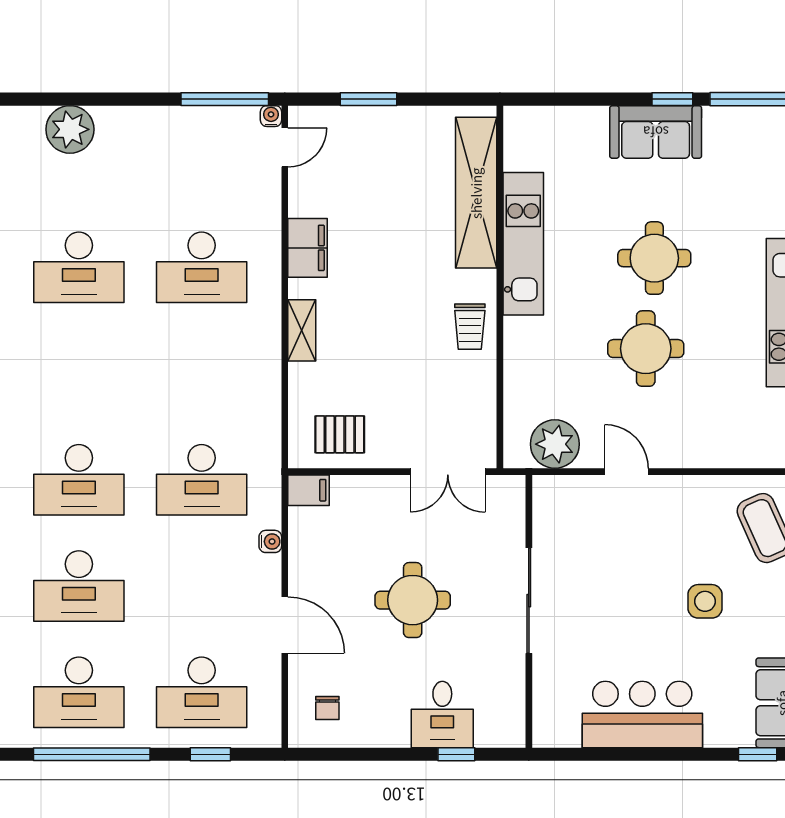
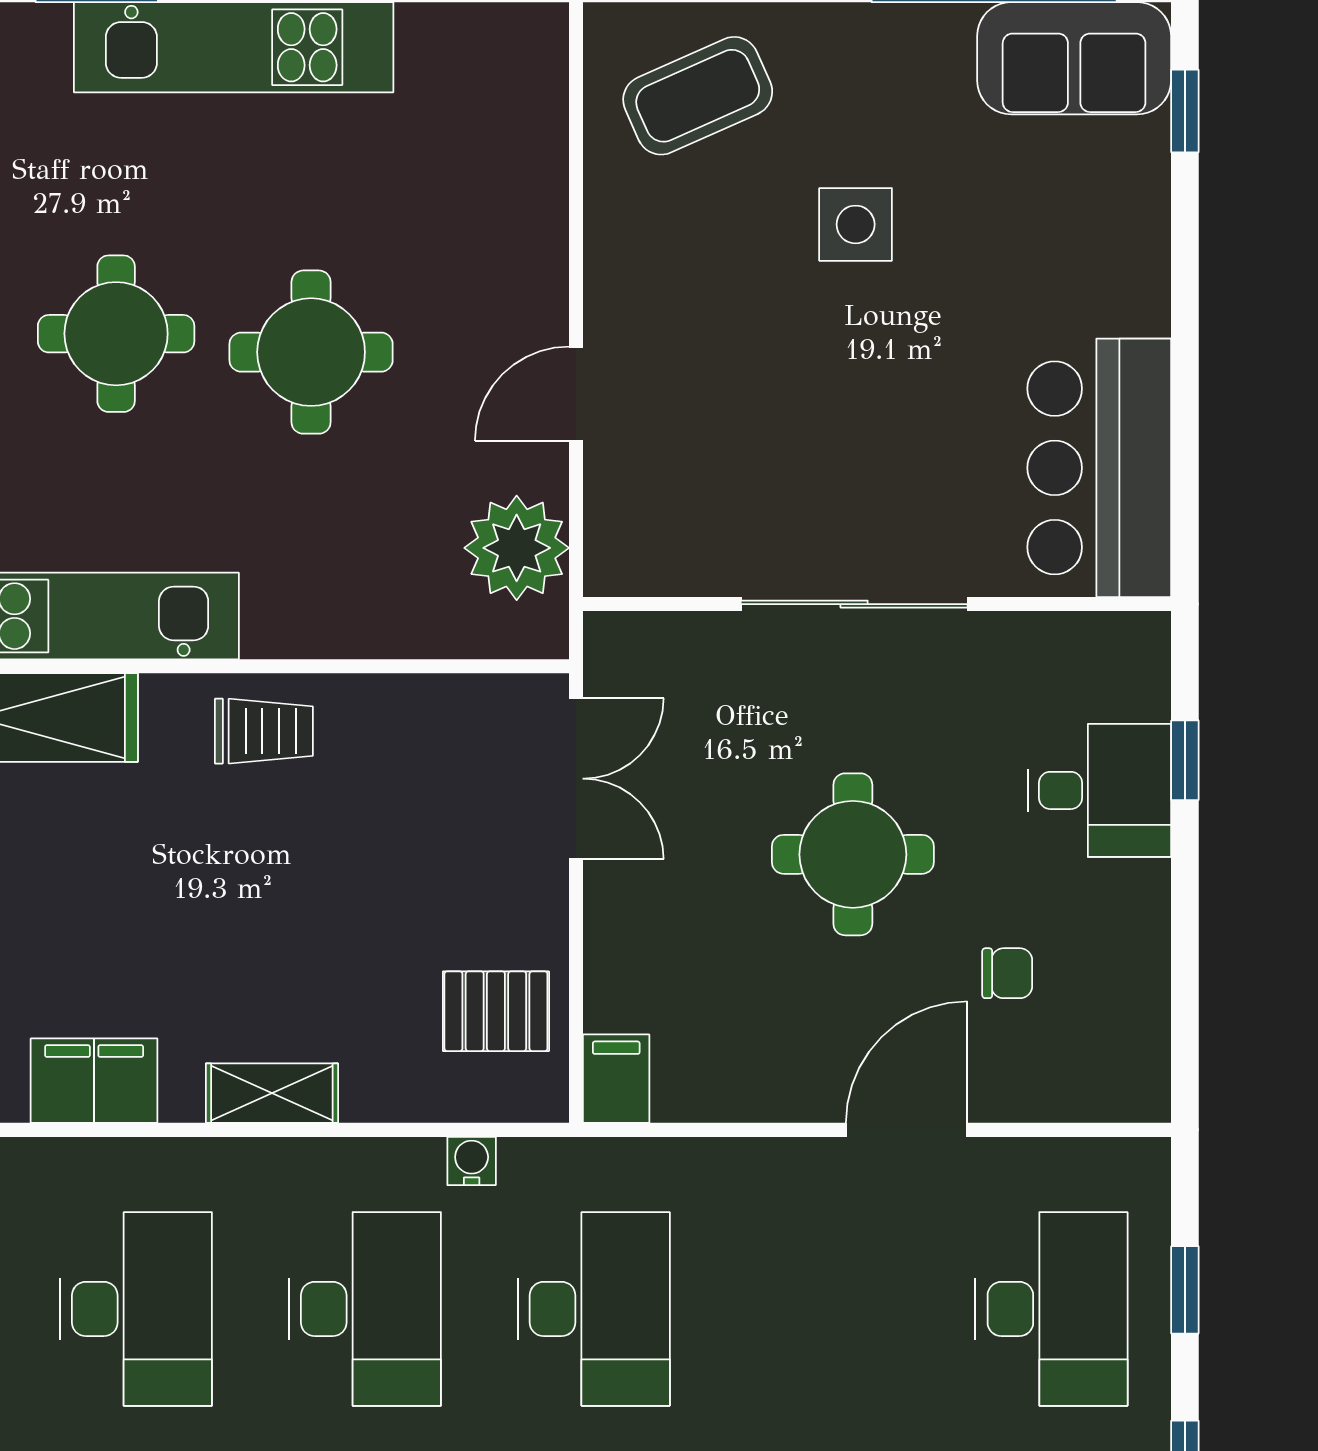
desk: (202, 374) -> (365, 1309), added
pallet: (340, 434) -> (496, 1011), turned 90
water cooler: (270, 541) -> (472, 1161), moved
chair: (327, 708) -> (1007, 973), moved
bar counter: (642, 714) -> (1099, 468), moved

